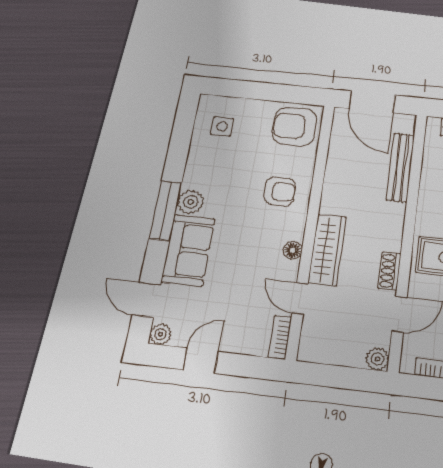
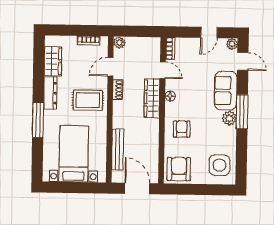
side table: (222, 126) -> (219, 165), width x1.87, depth x1.87
armchair: (295, 126) -> (179, 169), turned -90
armchair: (280, 191) -> (182, 129), turned 90

